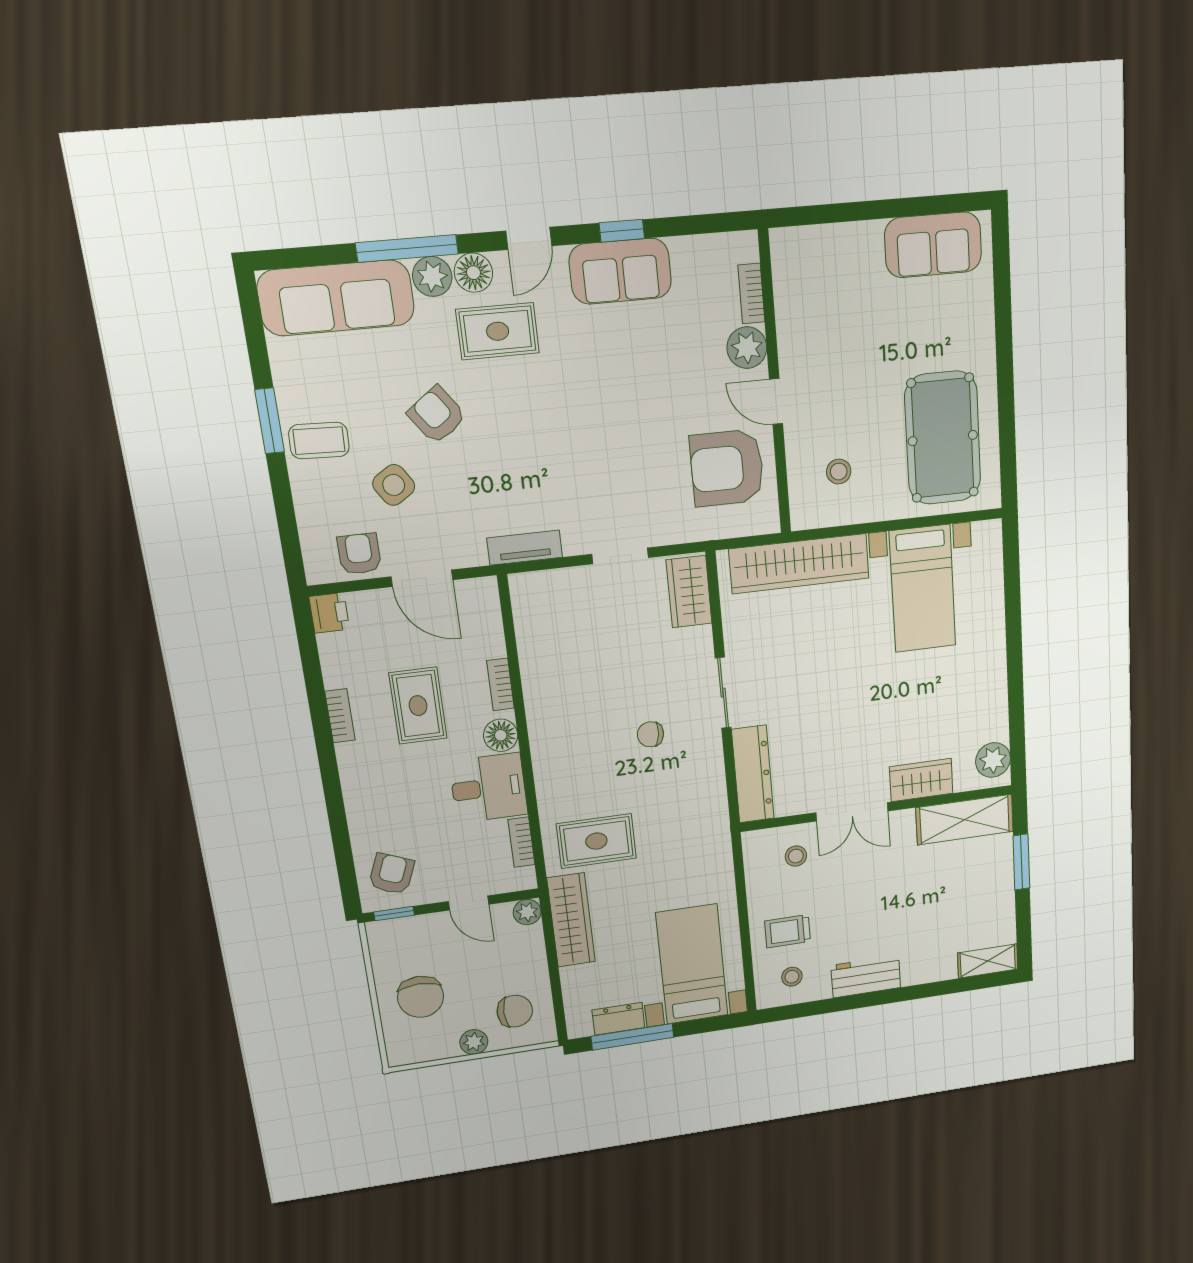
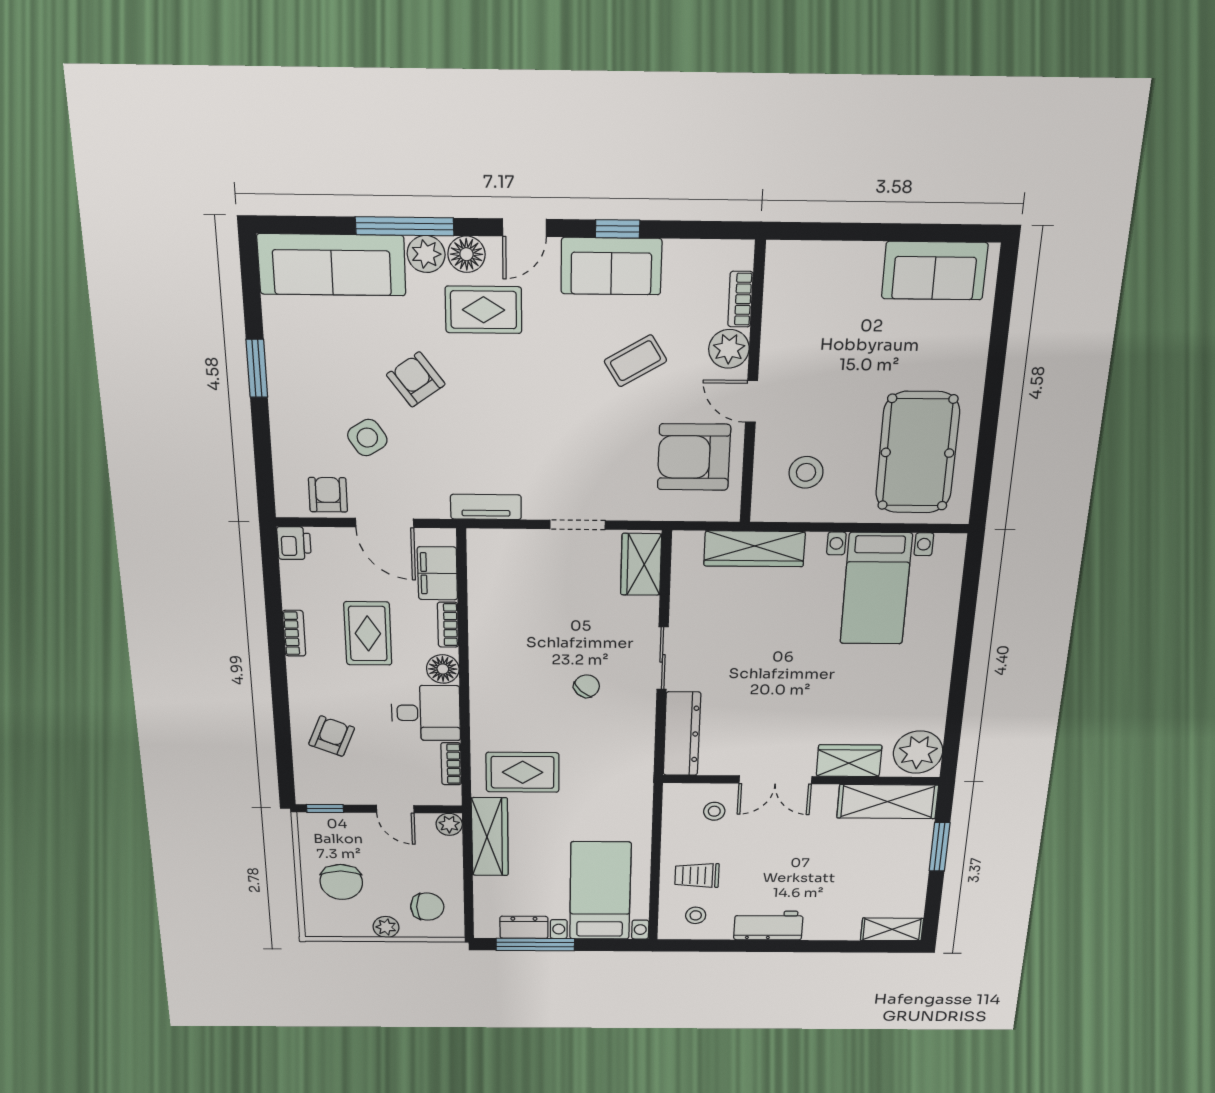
coffee table: (319, 441) -> (635, 361), moved, turned -33
stool: (839, 472) -> (806, 472), width x1.37, depth x1.37
wardrobe: (799, 564) -> (754, 549), width x0.71, depth x0.85
filing cabinet: (483, 628) -> (437, 573), added
chair: (650, 734) -> (587, 686), turned 127
plant: (993, 760) -> (918, 752), width x1.36, depth x1.36
armchair: (392, 874) -> (332, 736), moved

